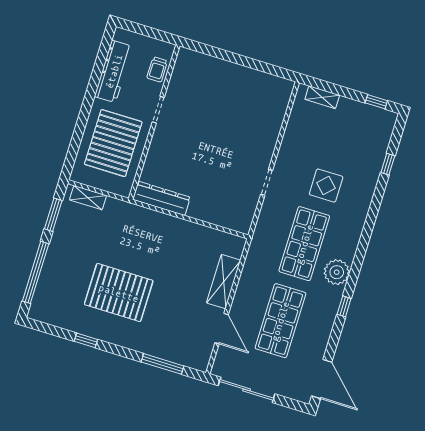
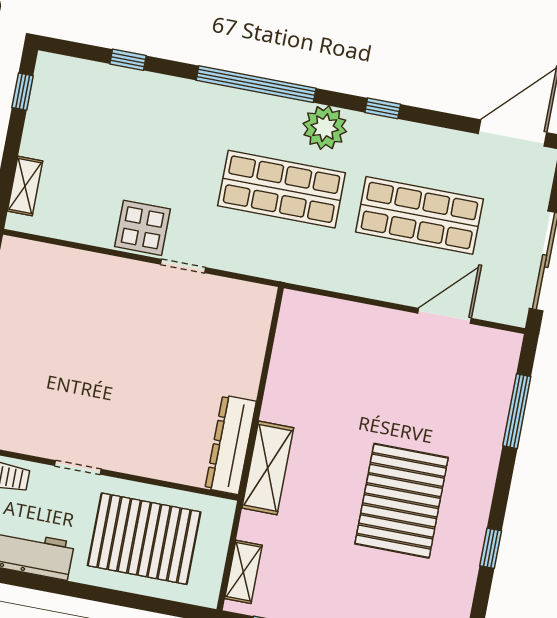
display table: (326, 186) -> (143, 228), moved
window: (366, 236) -> (256, 84), added
shelving: (224, 282) -> (268, 468), moved, turned 90

